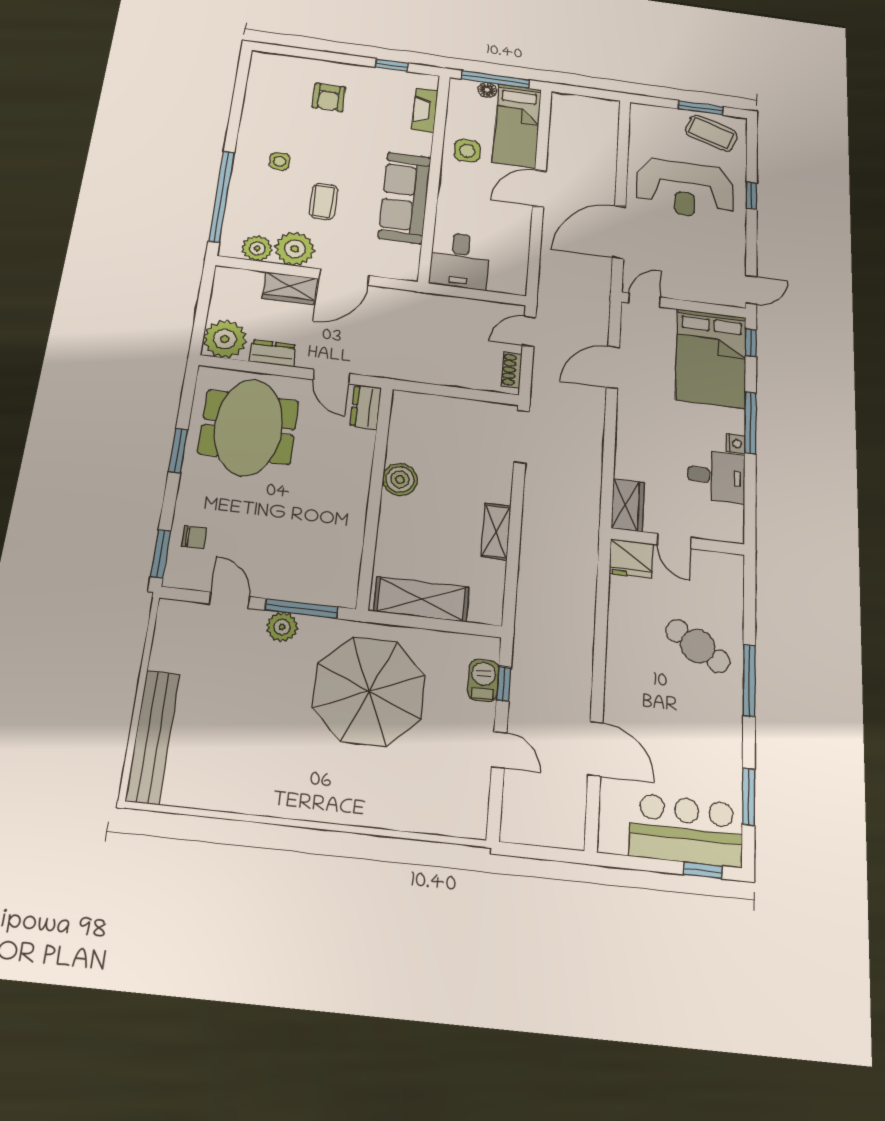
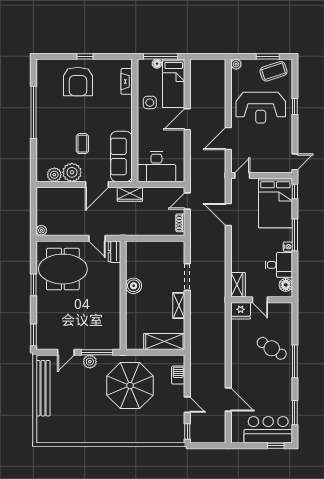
window: (392, 65) -> (85, 56), moved
armchair: (329, 97) -> (78, 82), width x1.88, depth x1.88
plant: (640, 112) -> (236, 64), added
coffee table: (711, 133) -> (274, 71), turned -37
side table: (280, 161) -> (59, 124), removed
window: (221, 196) -> (33, 112), moved
sofa: (405, 198) -> (121, 157), moved
door: (619, 232) -> (228, 139), width x0.73
desk: (460, 260) -> (156, 167), width x1.37
wardrobe: (290, 288) -> (130, 194), moved
plant: (225, 339) -> (41, 230), width x0.53, depth x0.53
dresser: (273, 353) -> (69, 230), removed
door: (613, 367) -> (228, 215), hinge flipped
meeting table: (248, 427) -> (63, 269), turned 90
doorway: (522, 437) -> (187, 277), moved
floor lamp: (730, 518) -> (286, 285), added
chair: (194, 537) -> (47, 325), removed
shelving: (421, 599) -> (164, 342), moved
door: (229, 600) -> (66, 352), swing flipped
window: (504, 684) -> (187, 432), moved
bench: (153, 737) -> (43, 388), moved

